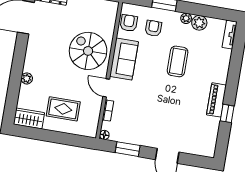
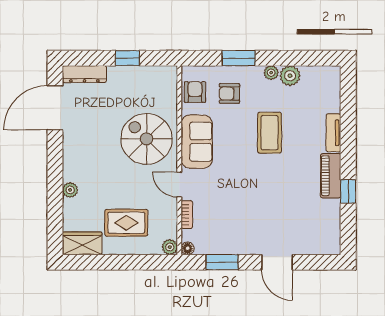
armchair: (153, 28) -> (229, 93), turned -90
tv unit: (230, 35) -> (333, 133), moved
plant: (92, 132) -> (170, 247), added

